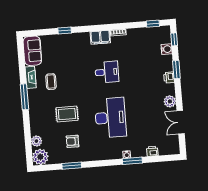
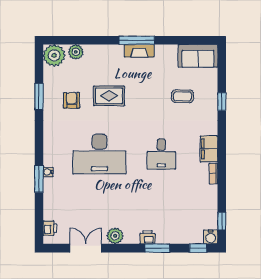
water cooler: (167, 49) -> (211, 237), moved
fireplace: (31, 77) -> (139, 51), moved
coffee table: (51, 82) -> (182, 96), moved
rug: (67, 114) -> (109, 96), turned 90
printer: (152, 151) -> (50, 228), moved

